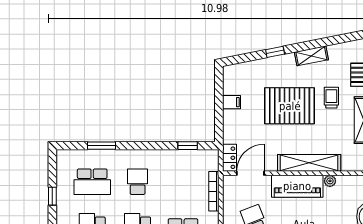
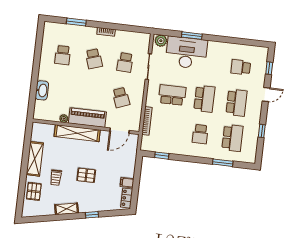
pallet: (290, 106) -> (86, 175), width x0.49, depth x0.50
locker: (229, 158) -> (127, 198), moved
school desk: (92, 182) -> (232, 138), turned 90

